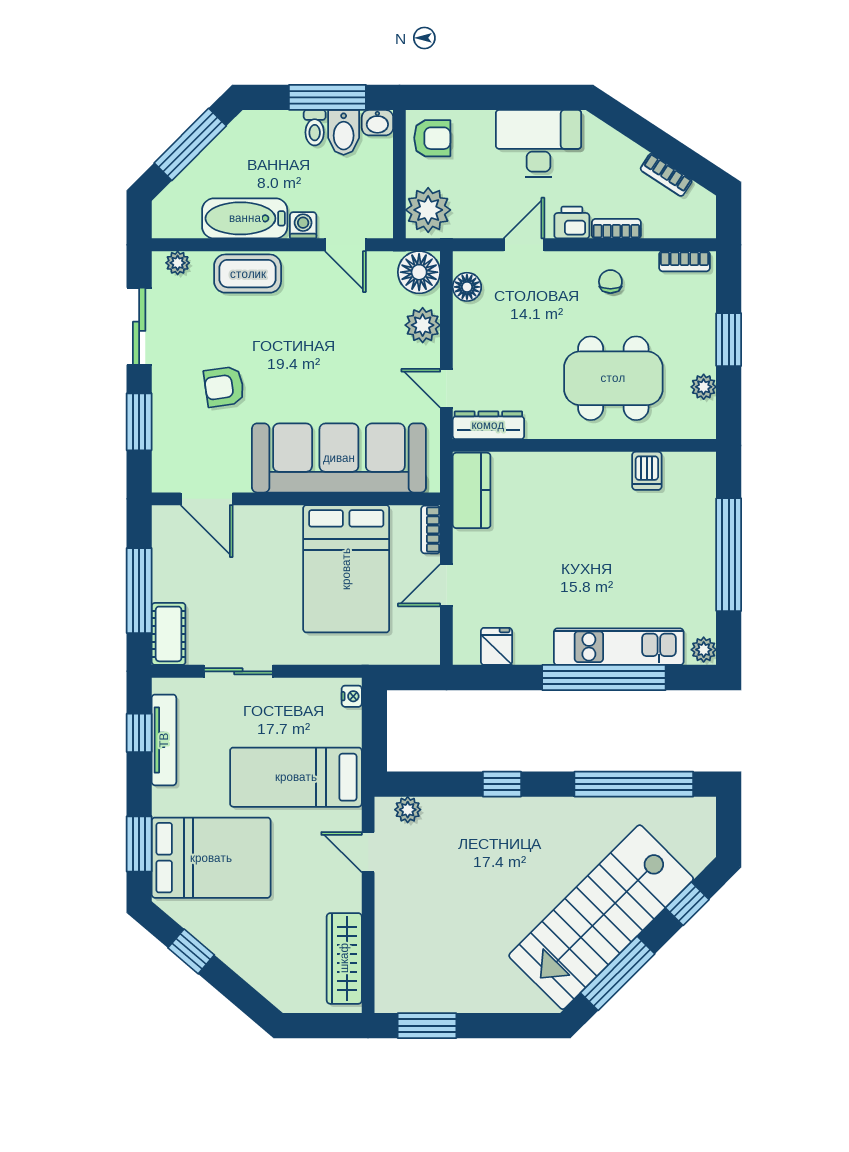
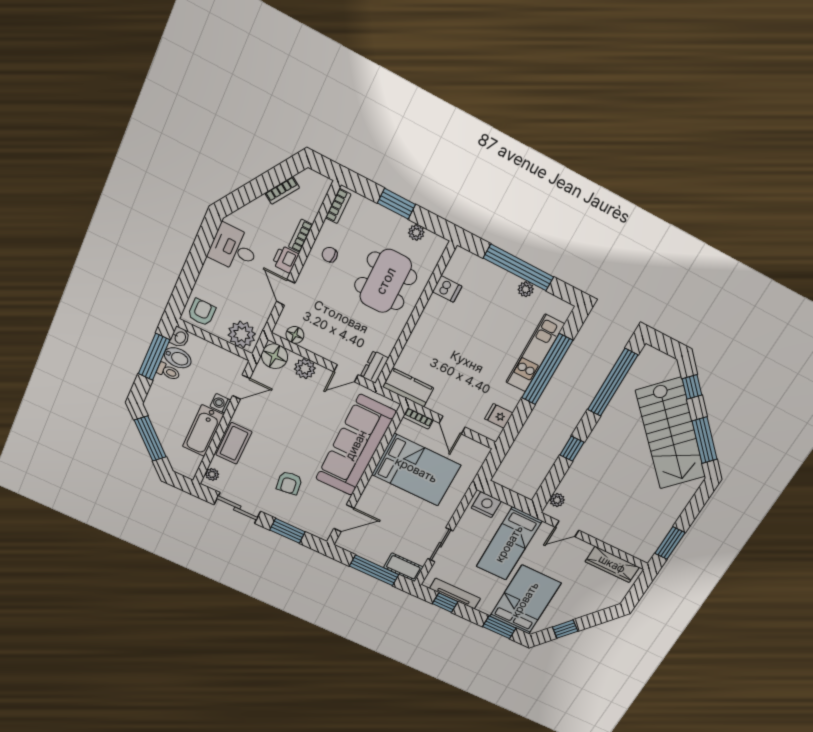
desk: (538, 143) -> (234, 248), width x0.73
dresser: (488, 425) -> (374, 367), width x0.70
plant: (704, 650) -> (526, 289), moved
nightstand: (352, 696) -> (486, 505), width x1.89, depth x1.79

